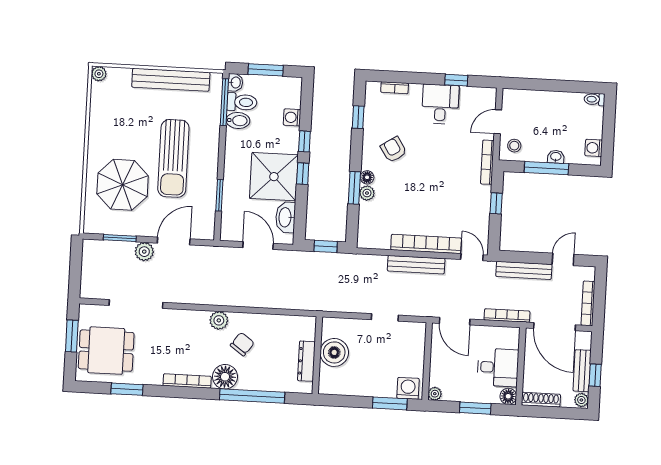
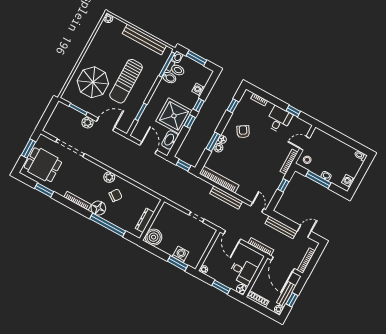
bookcase: (426, 244) -> (219, 180), moved
boiler: (334, 352) -> (154, 237), moved
washing machine: (408, 388) -> (181, 254), moved

